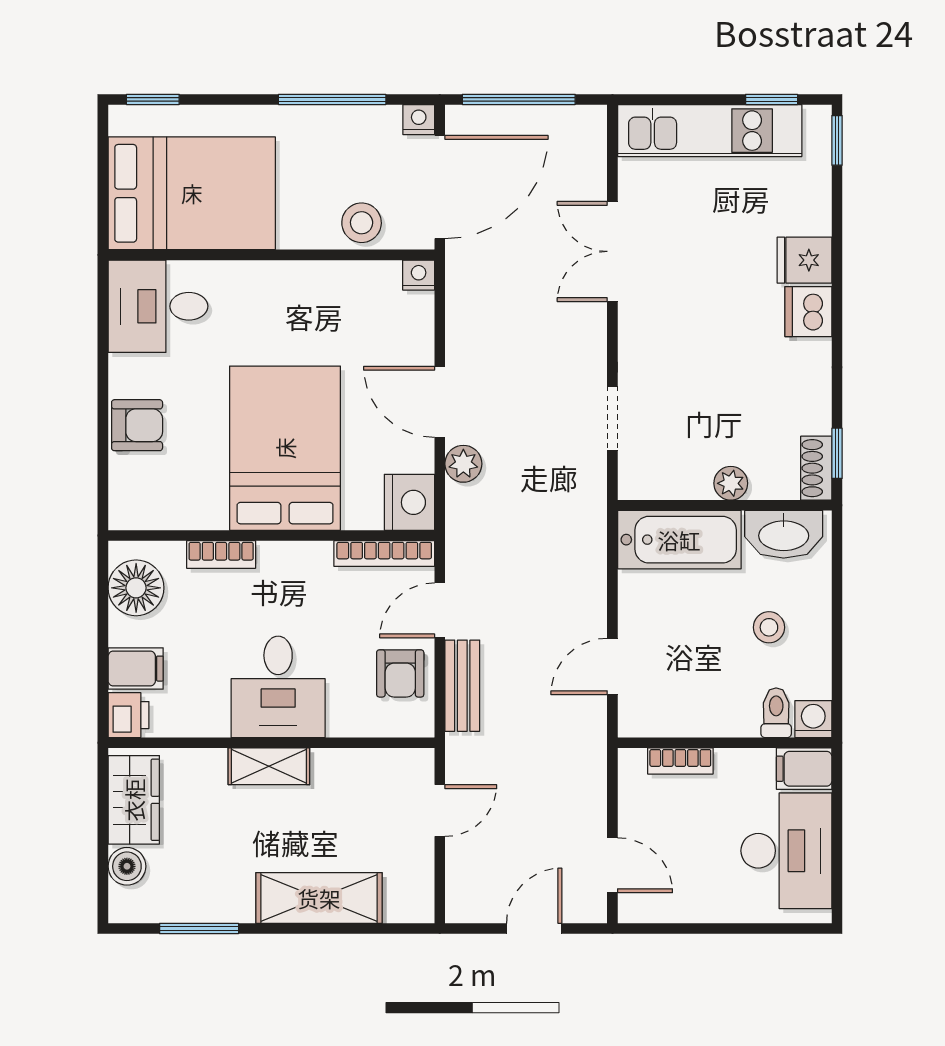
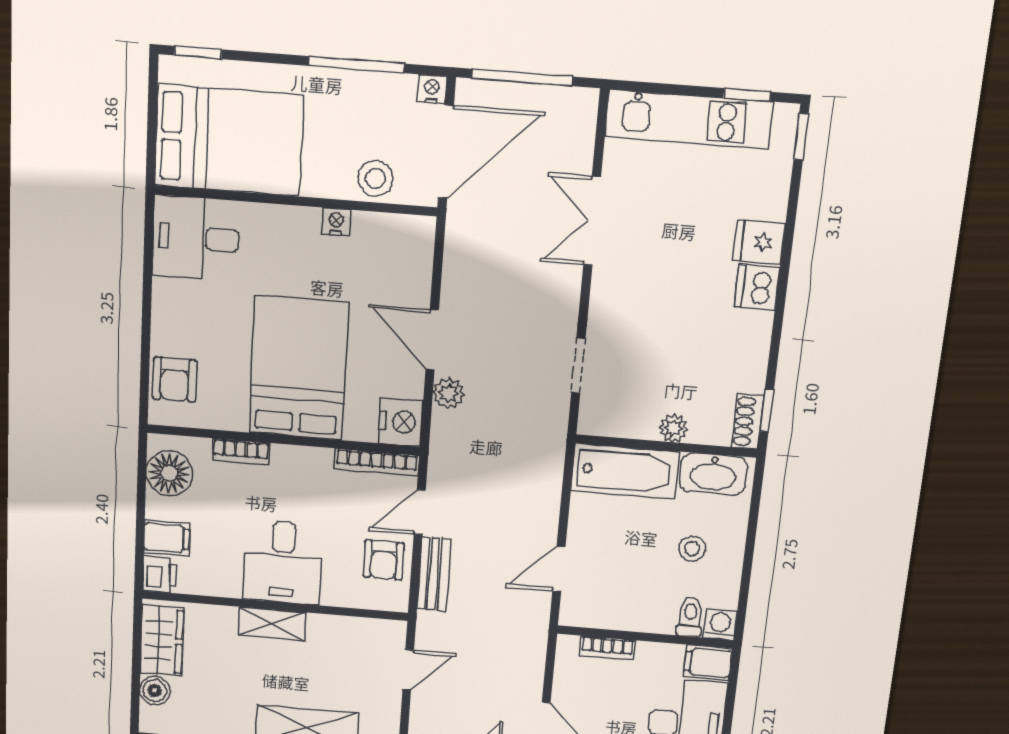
nightstand: (419, 275) -> (336, 222), moved
armchair: (137, 425) -> (175, 379), moved, turned 90

